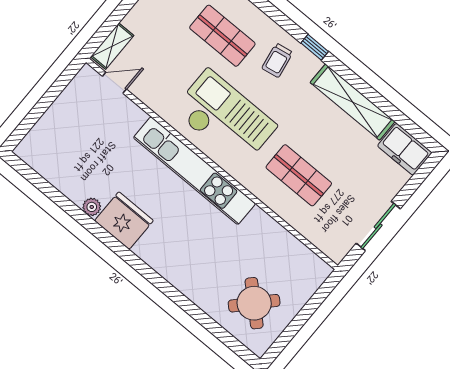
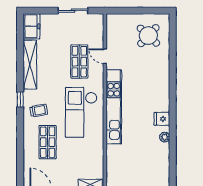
door: (114, 83) -> (105, 56), moved
fridge: (124, 221) -> (162, 119), width x0.53, depth x0.75

